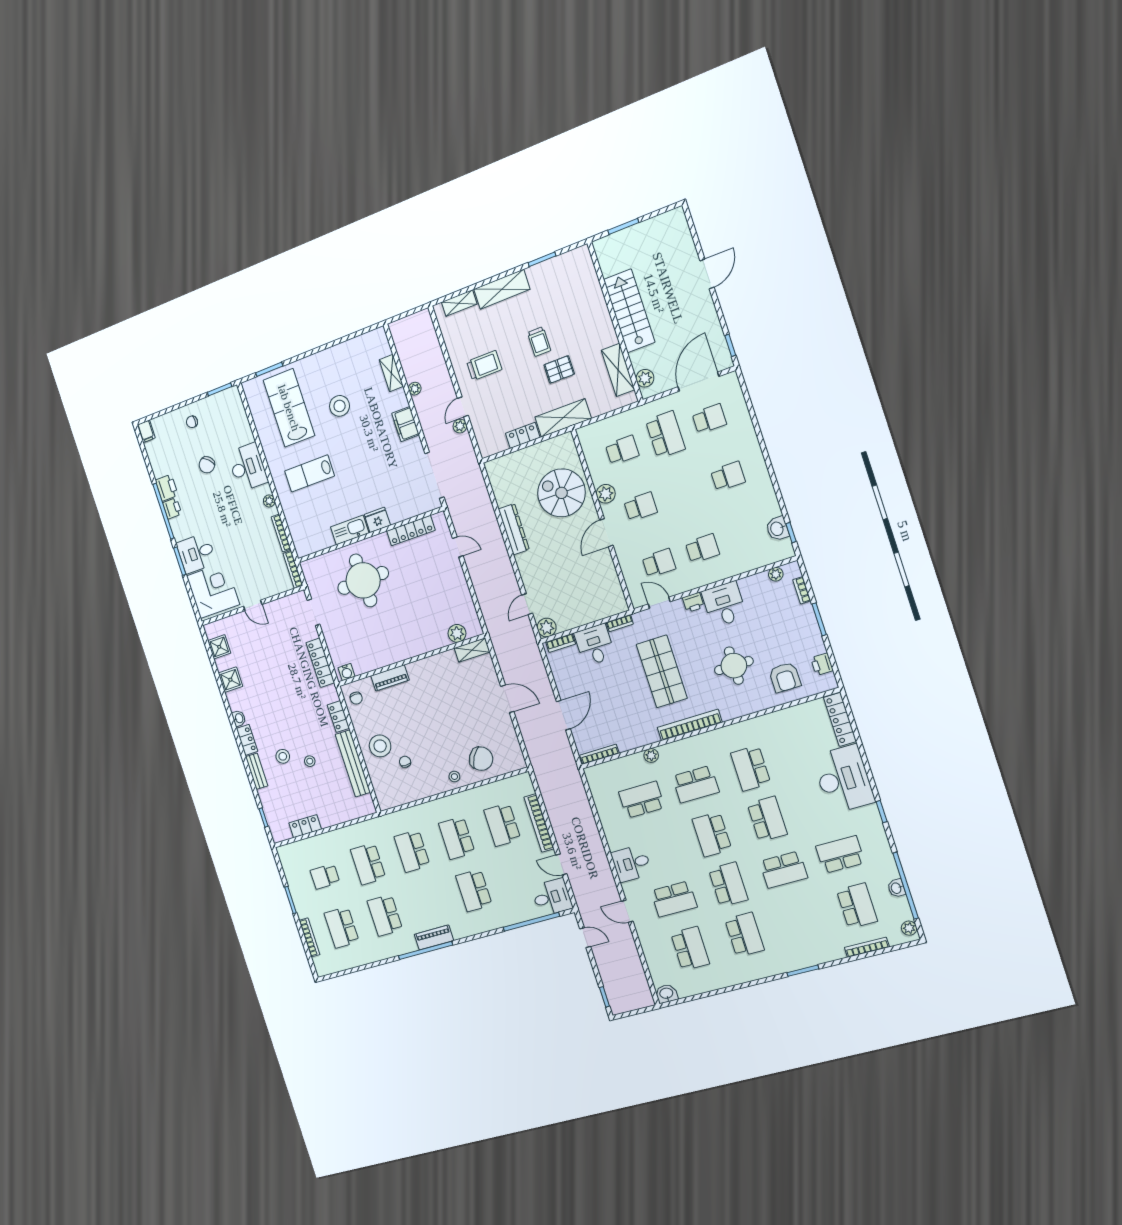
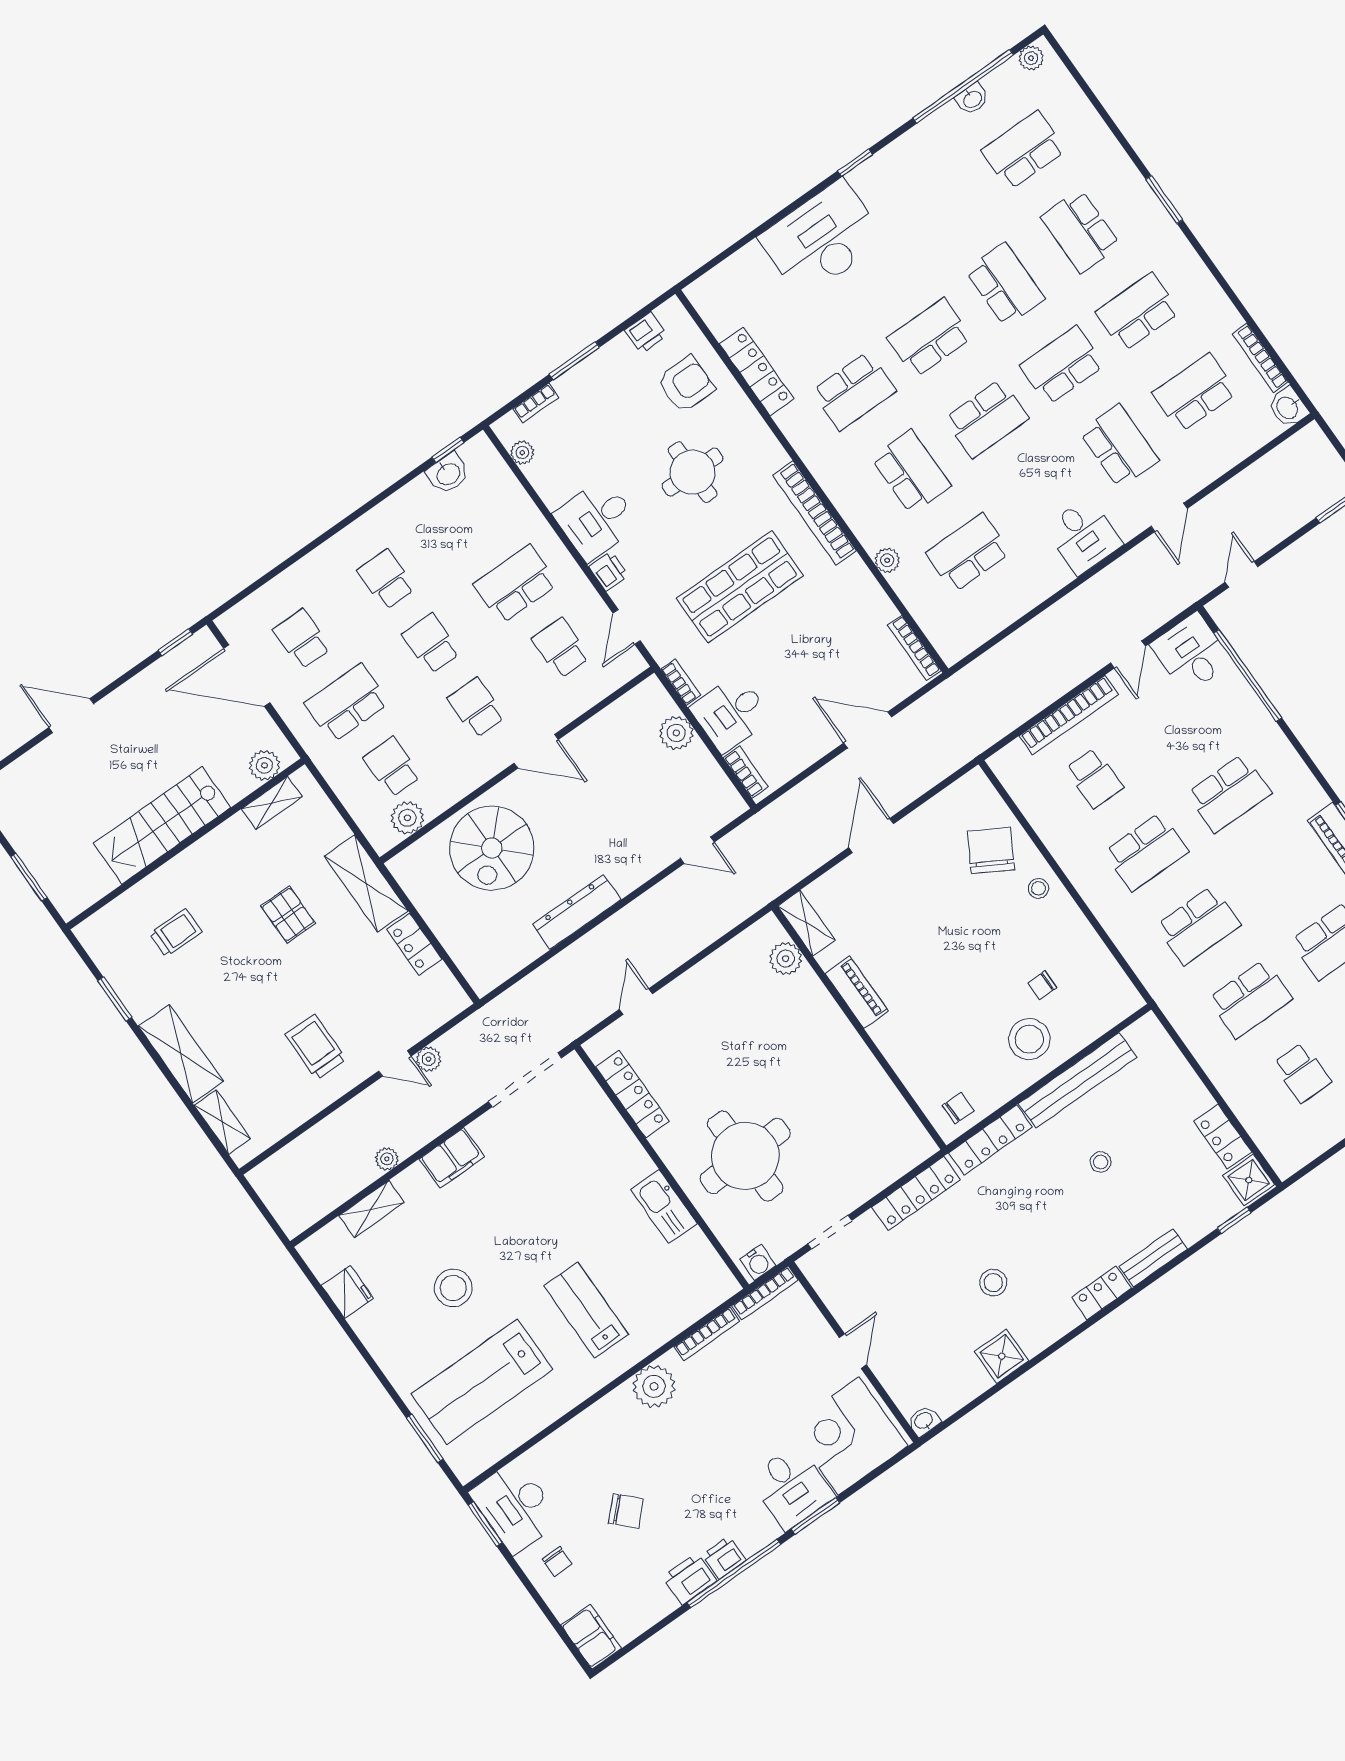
trolley: (539, 341) -> (176, 933), moved
shelving: (618, 370) -> (272, 803), width x0.67, depth x0.75
filing cabinet: (146, 431) -> (591, 1637), width x2.00
desk: (248, 467) -> (515, 1507), moved, turned -90
lab bench: (310, 473) -> (586, 1310), turned 180
school desk: (684, 492) -> (431, 644), added
plant: (606, 494) -> (407, 818), moved
plant: (269, 501) -> (654, 1386), width x1.88, depth x1.88
fridge: (377, 520) -> (347, 1292), moved, turned 180
school desk: (702, 548) -> (516, 584), width x1.85
plant: (547, 628) -> (676, 733), moved
shower: (219, 647) -> (1249, 1180), moved
water cooler: (347, 672) -> (758, 1262), moved, turned 90
piano: (390, 678) -> (857, 992), moved
locker: (338, 717) -> (990, 1140), width x1.53
washbasin: (239, 718) -> (924, 1421), moved
locker: (840, 719) -> (757, 371), moved, turned -90
stool: (283, 756) -> (993, 1283), moved
school desk: (642, 800) -> (968, 553), turned 90
school desk: (502, 825) -> (1094, 778), width x0.54
school desk: (840, 854) -> (1081, 231), moved
bookcase: (867, 947) -> (1260, 358), moved

